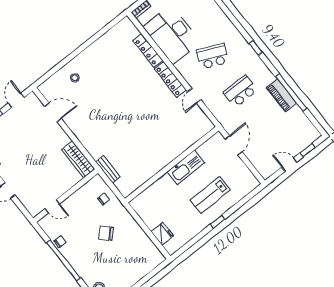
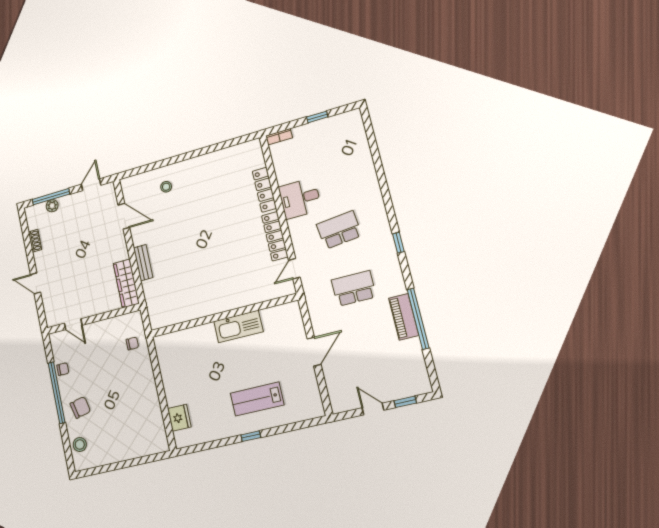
desk: (172, 35) -> (300, 198), width x0.53, depth x0.77
school desk: (213, 56) -> (339, 230), turned -30
wall: (172, 165) -> (223, 316), moved
kitchen sink: (186, 167) -> (238, 326), moved
bench: (108, 169) -> (143, 263), moved
chair: (106, 233) -> (80, 407), moved, turned 122

